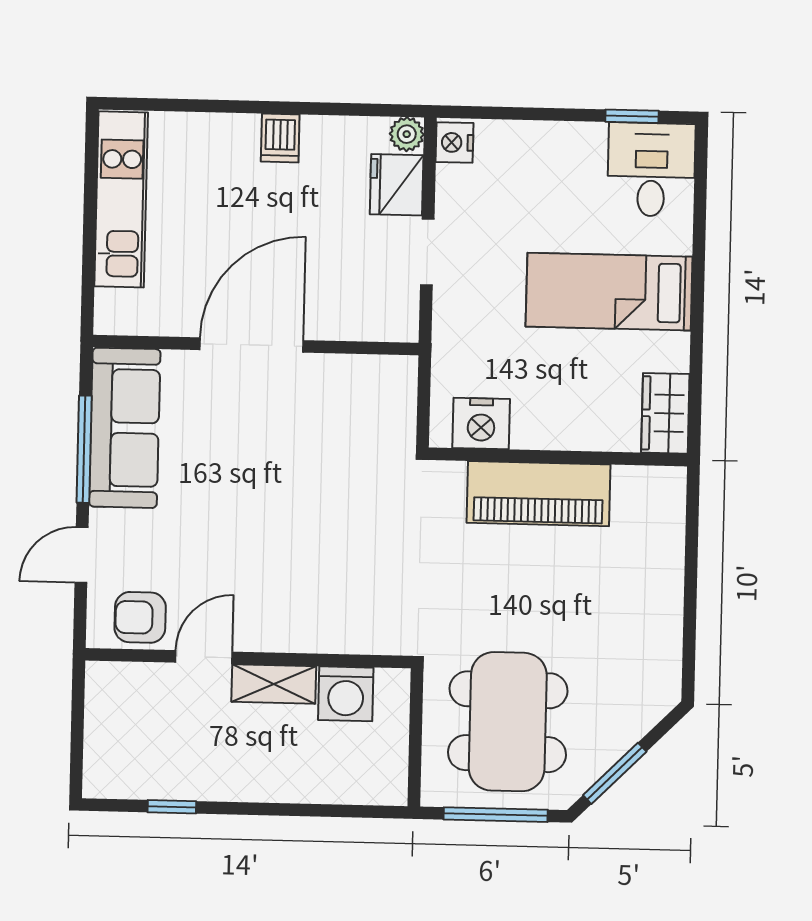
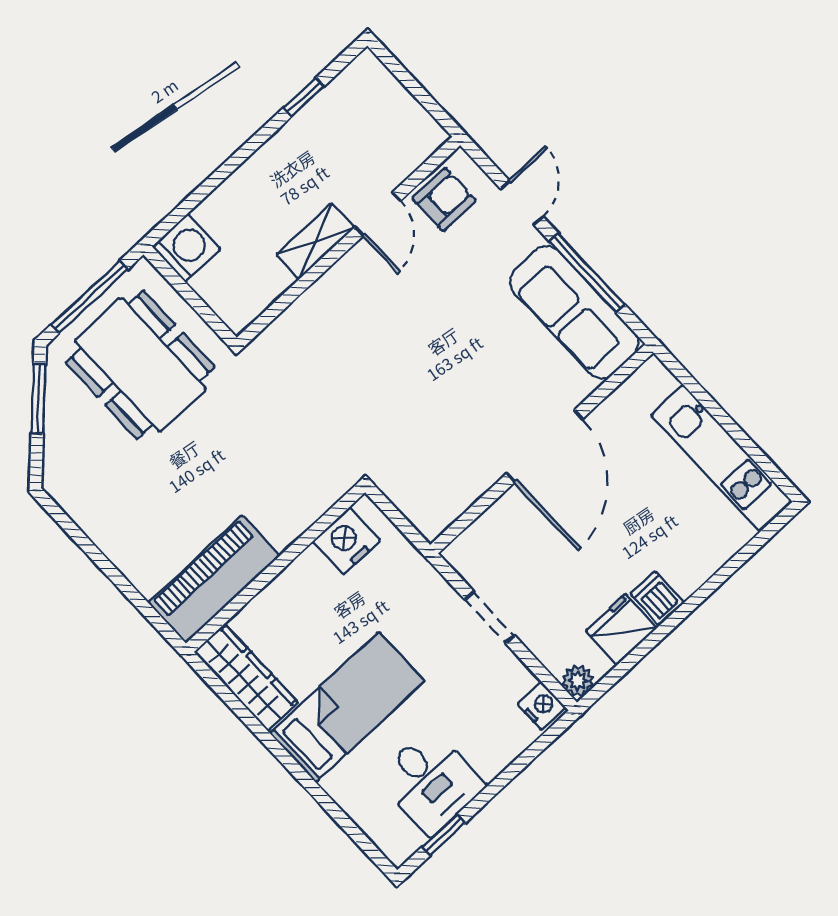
desk: (651, 170) -> (431, 782), moved
fridge: (397, 185) -> (621, 629), moved, turned -90
wardrobe: (665, 413) -> (246, 677), width x1.50
piano: (538, 494) -> (214, 579), moved
washing machine: (346, 694) -> (186, 248), moved, turned 90

